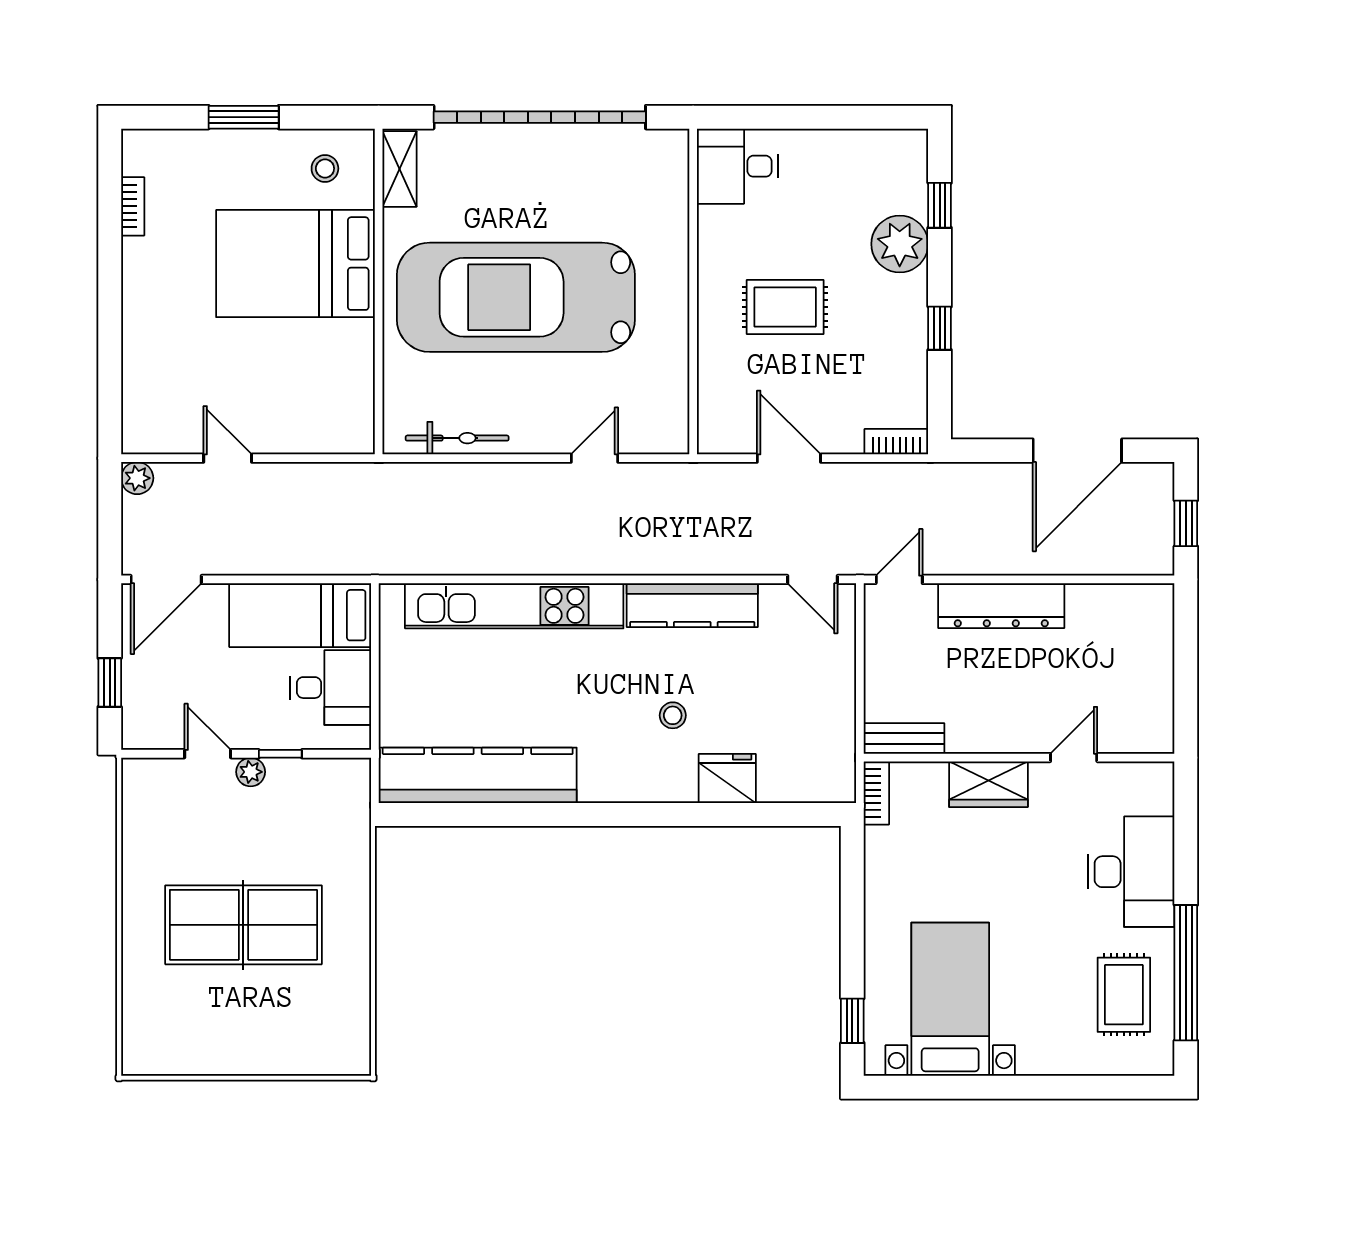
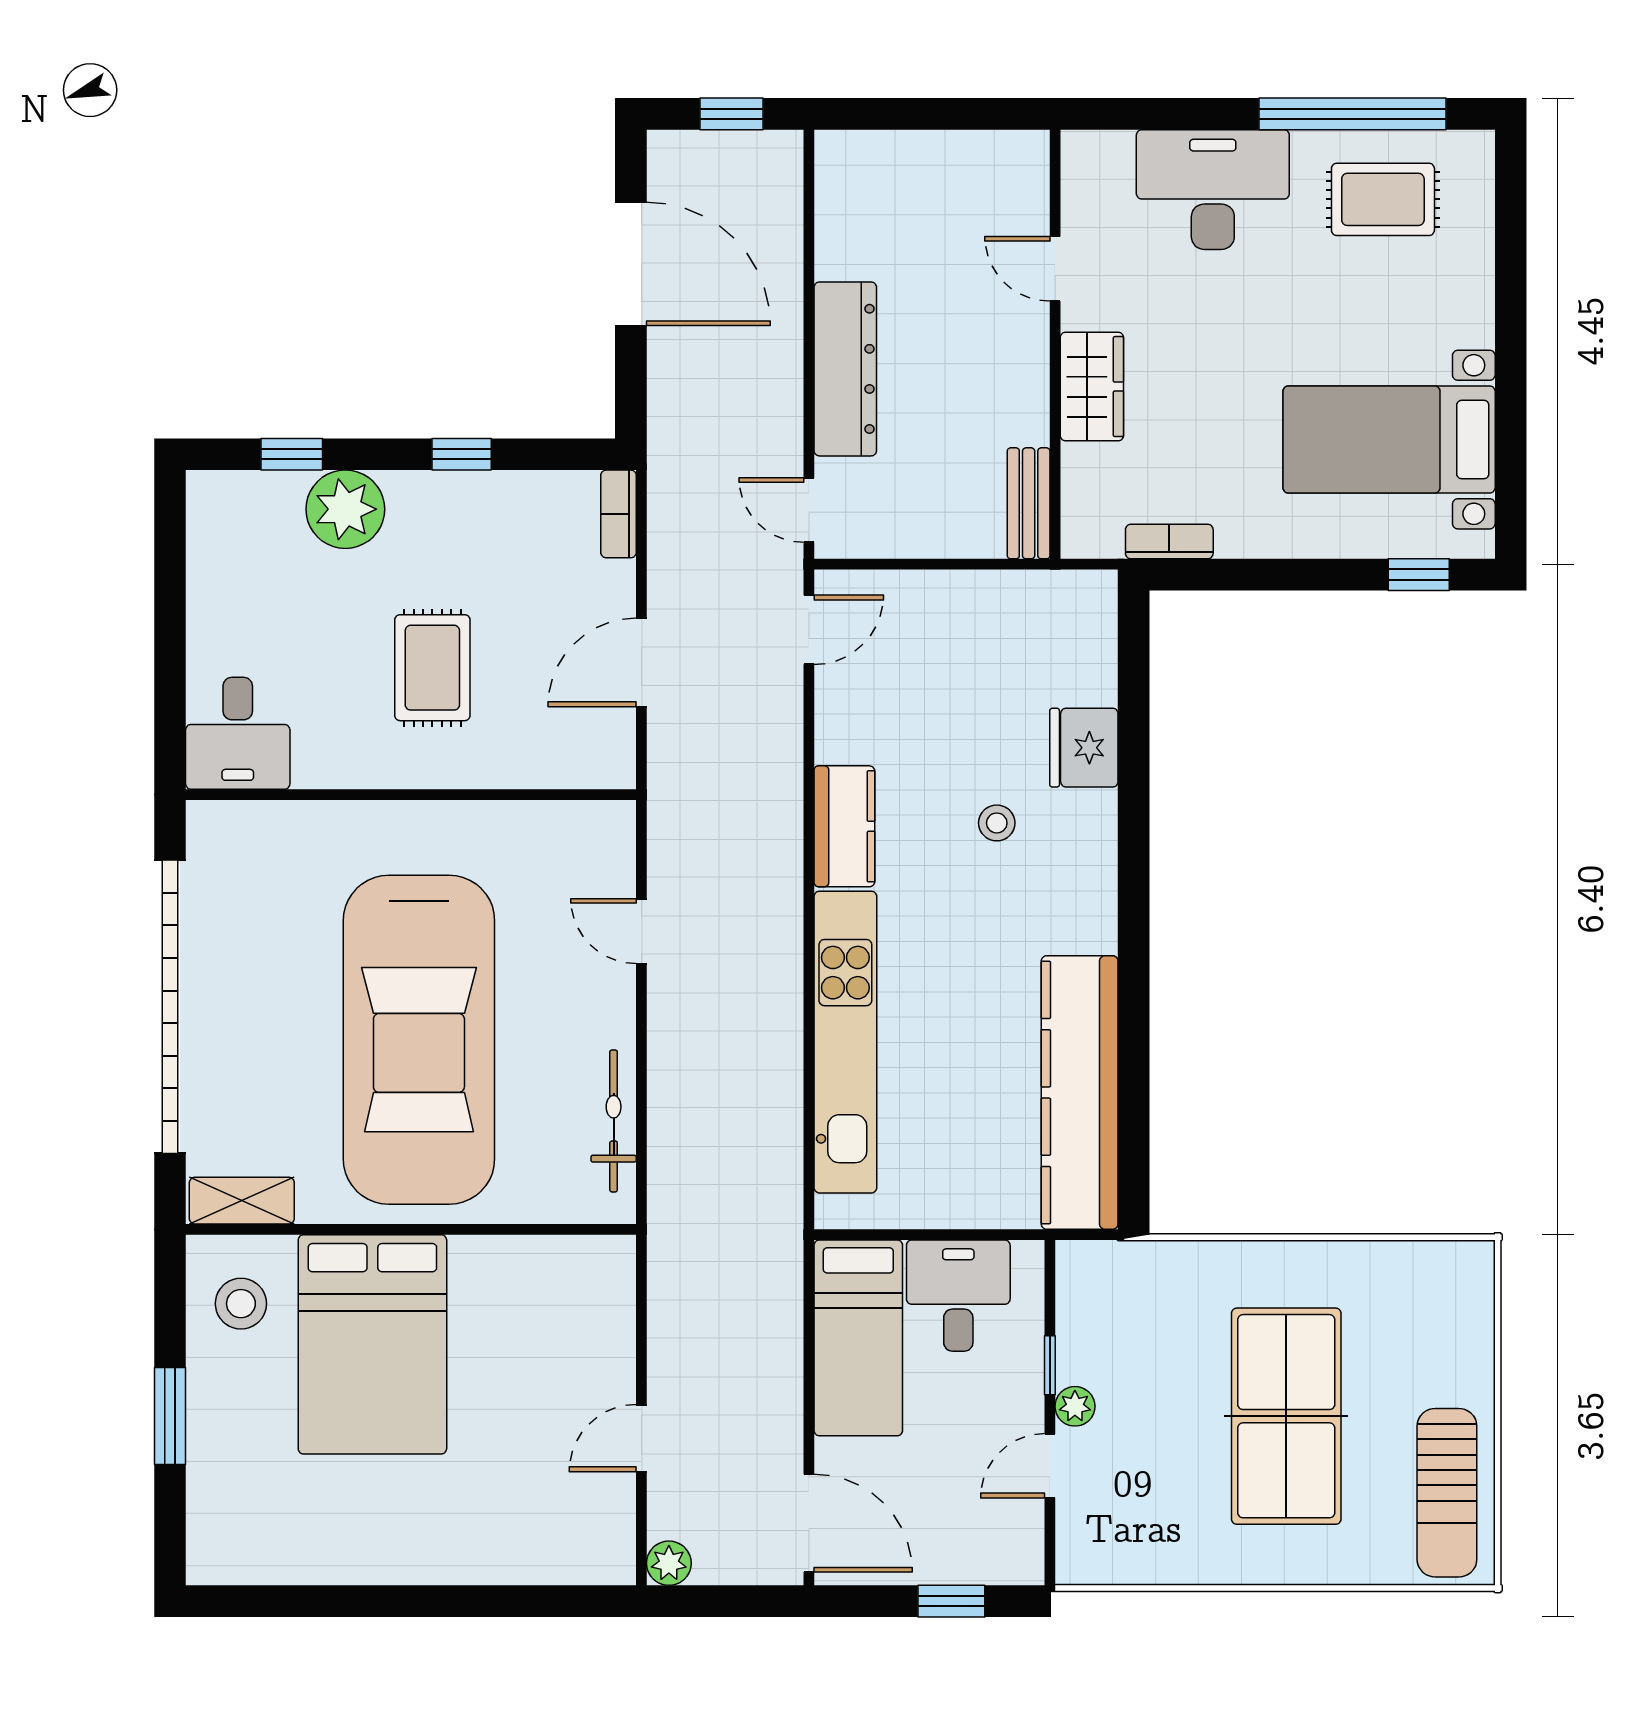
stool: (325, 168) -> (241, 1304), width x1.37, depth x1.37
bookcase: (133, 206) -> (293, 1569), removed
kitchen counter: (692, 605) -> (844, 826), width x0.67
bookcase: (876, 793) -> (1169, 542), moved
sun lounger: (188, 1041) -> (1447, 1493), added

